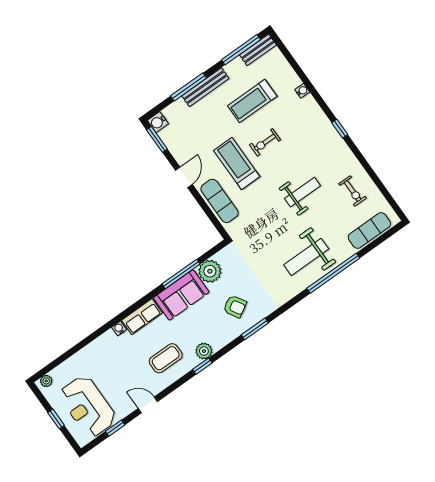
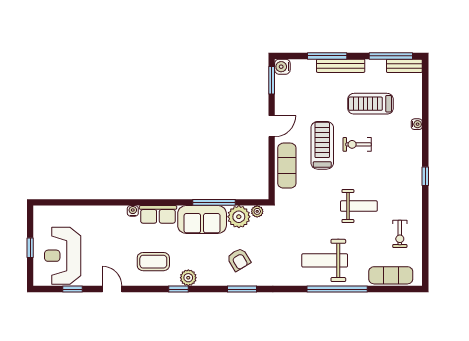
plant: (46, 381) -> (257, 211), moved

